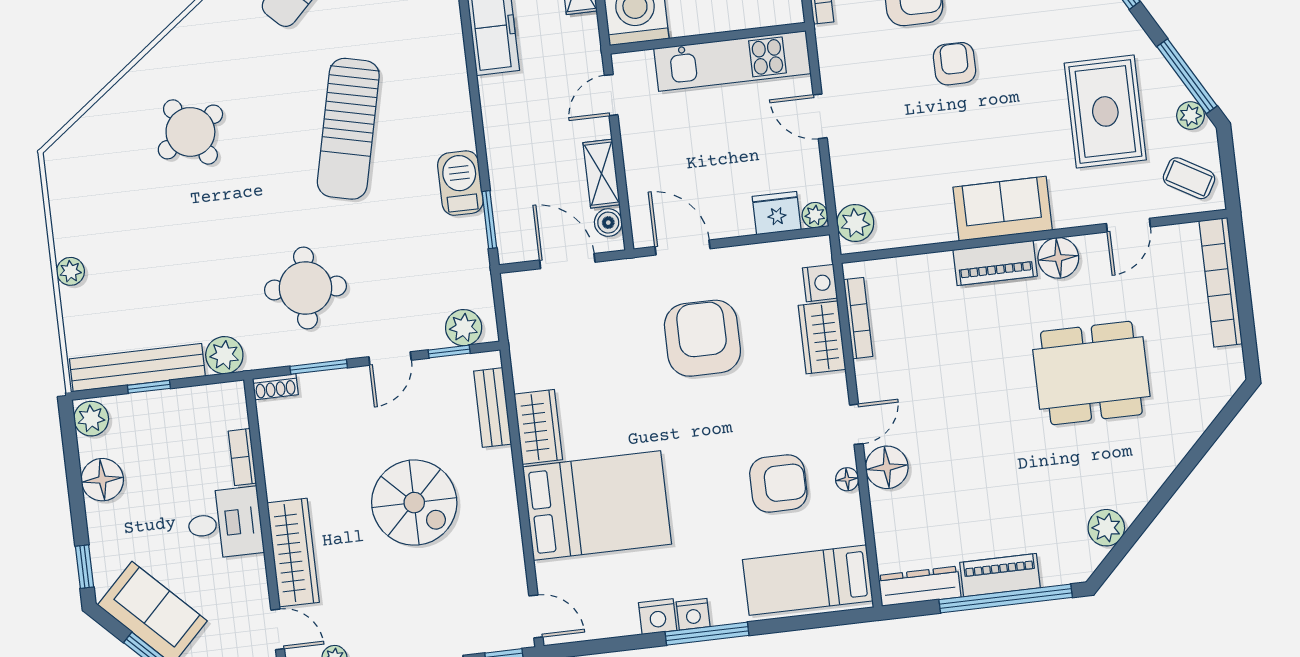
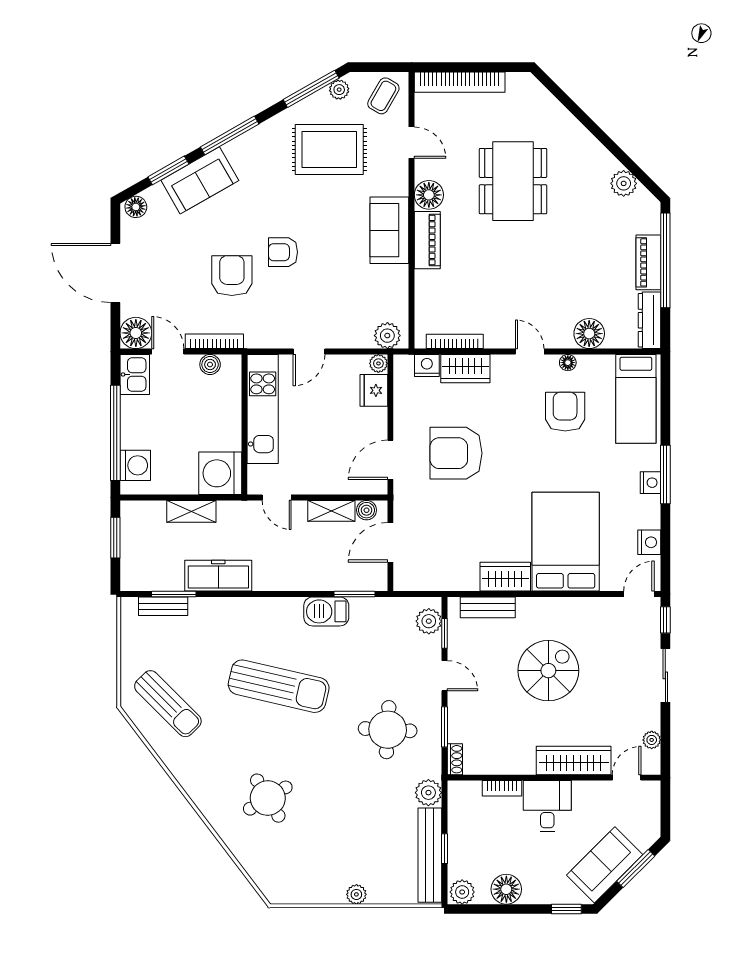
floor lamp: (887, 467) -> (589, 334), moved
nightstand: (658, 617) -> (649, 542), moved

